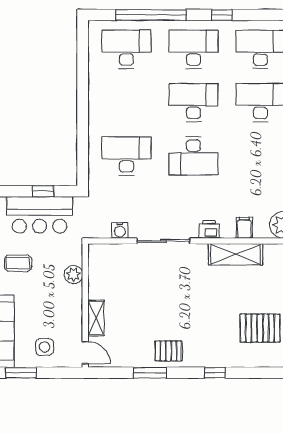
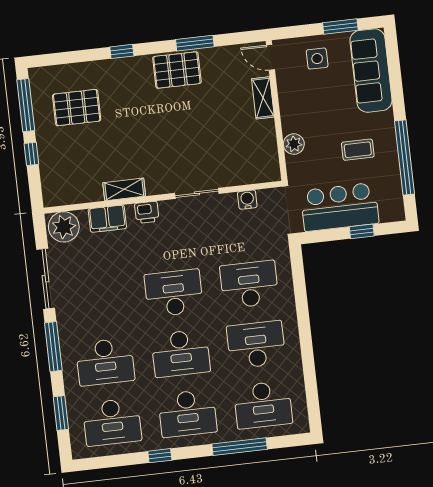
window: (151, 15) -> (240, 447), width x0.68
desk: (127, 103) -> (256, 345), added
desk: (127, 156) -> (249, 284), turned 180
window: (43, 191) -> (362, 231), moved
filing cabinet: (244, 228) -> (107, 219), width x2.00
sliding door: (163, 241) -> (197, 193), width x0.73
shelving: (236, 254) -> (124, 189), width x0.67, depth x0.75
pallet: (168, 351) -> (177, 70), width x1.50, depth x1.42

